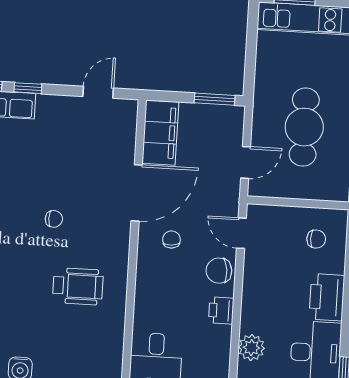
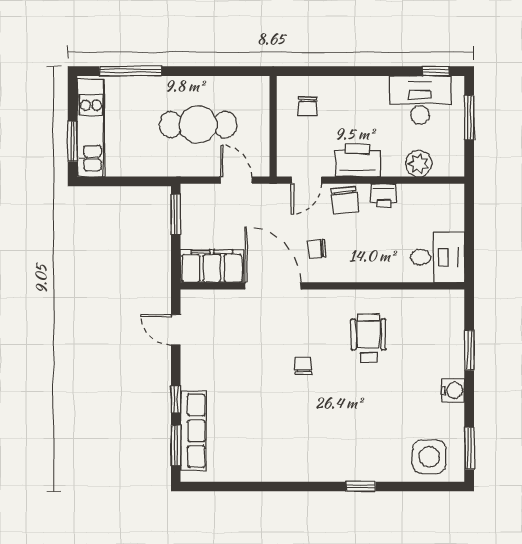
chair: (316, 239) -> (308, 106), turned 180
printer: (327, 297) -> (358, 160), moved, turned 180

